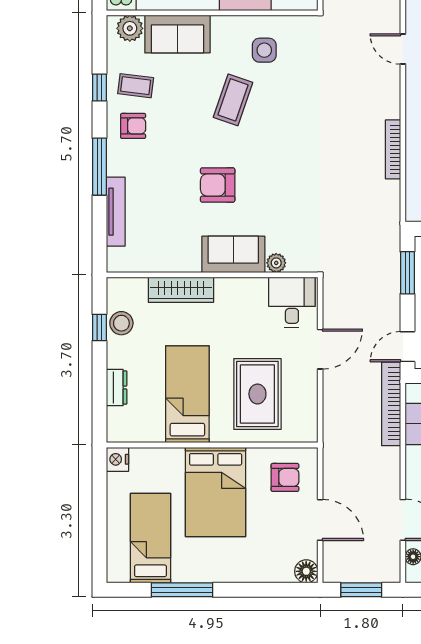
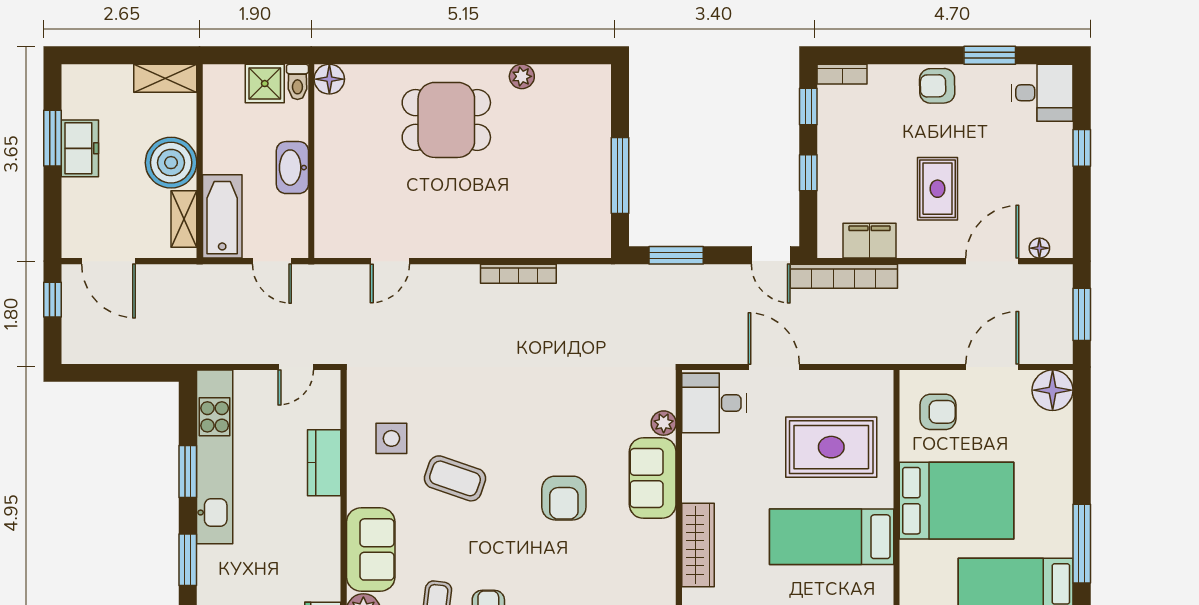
armchair: (285, 477) -> (938, 412), turned 90
floor lamp: (306, 571) -> (1053, 390), width x1.38, depth x1.38

